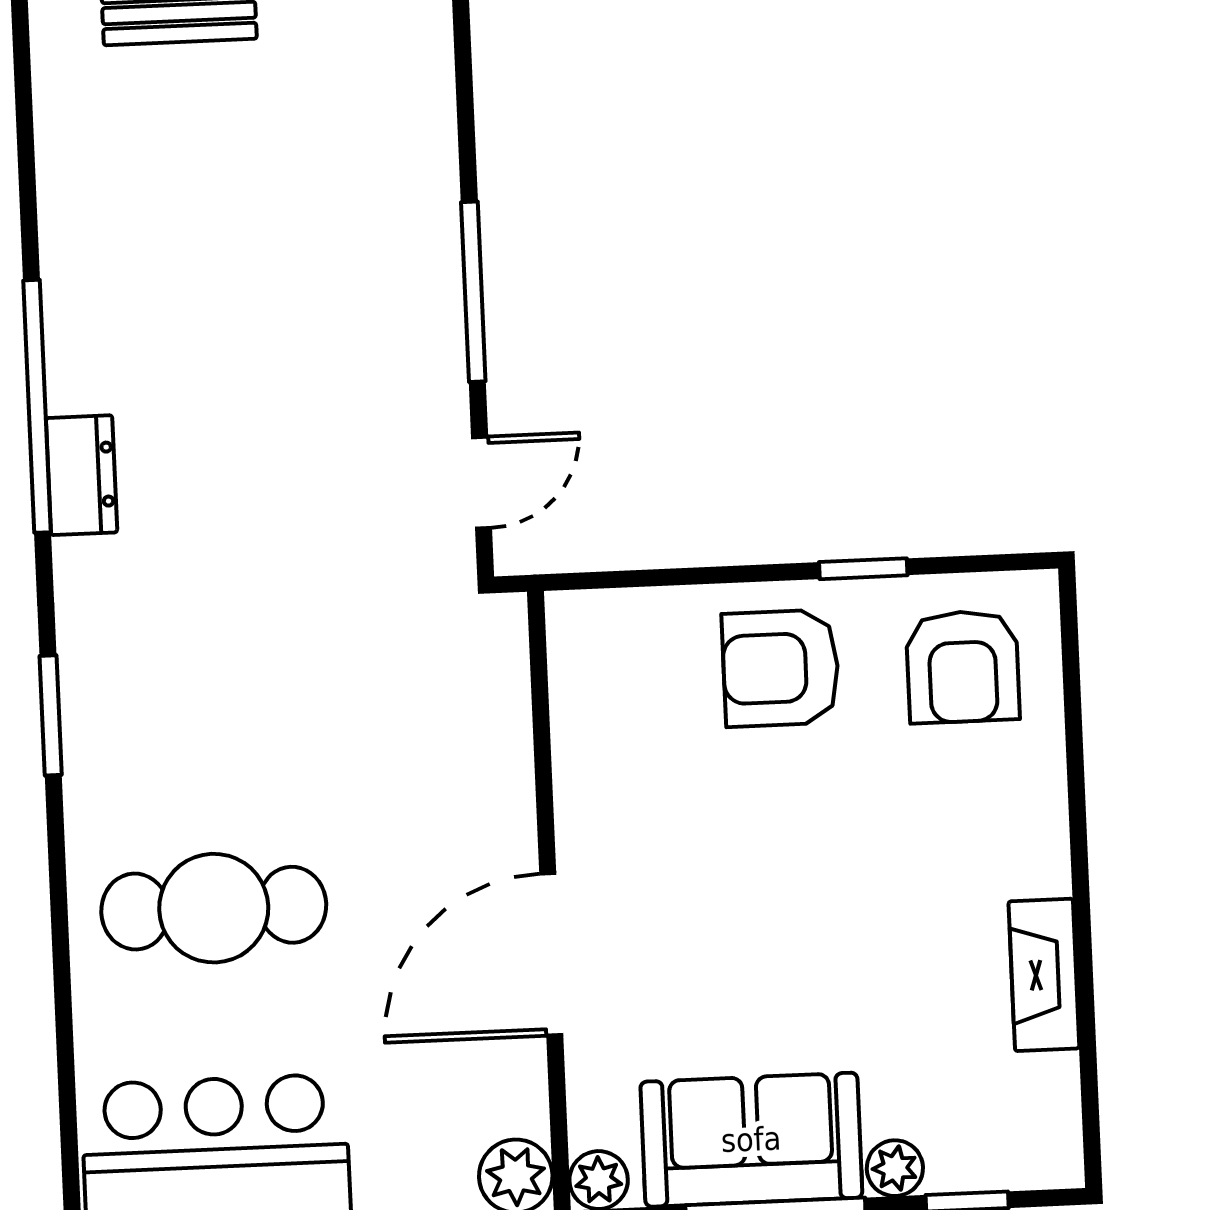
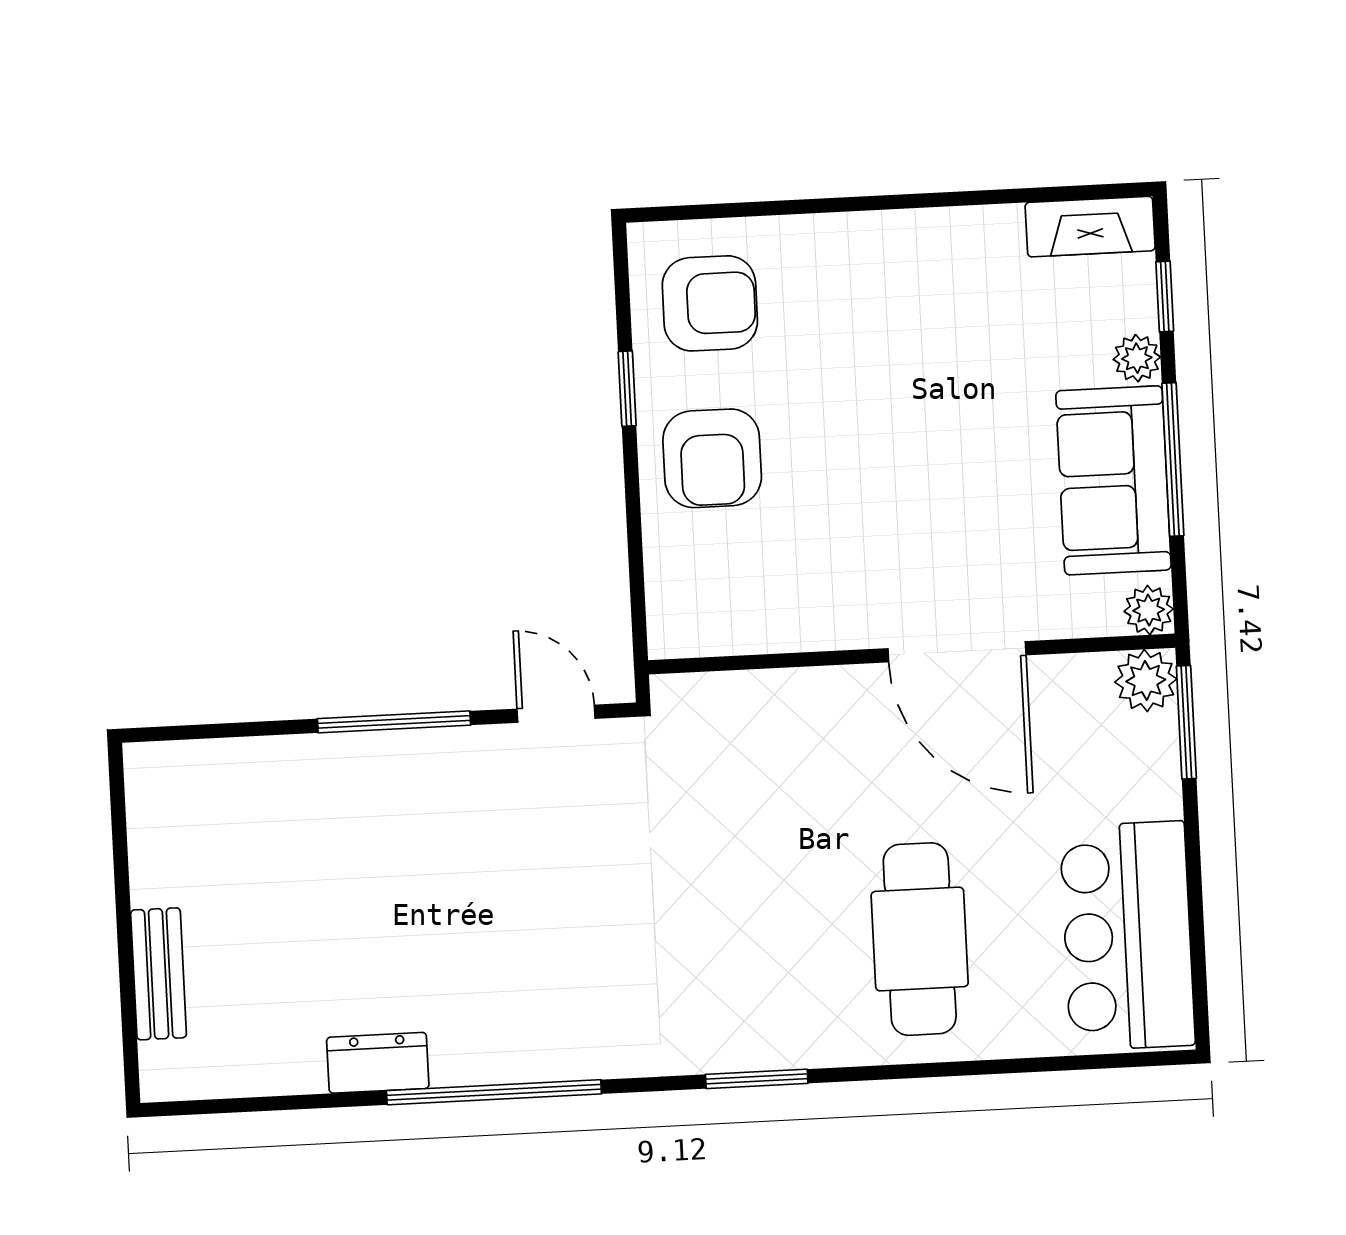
dresser: (82, 475) -> (378, 1063), moved
fireplace: (1044, 975) -> (1090, 227), moved

